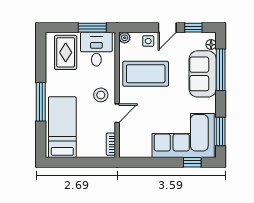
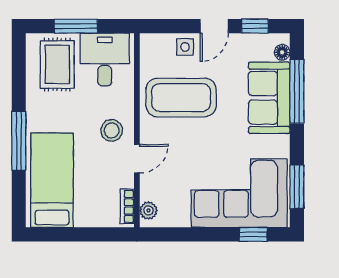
window: (92, 28) -> (76, 26), moved
plant: (125, 38) -> (148, 210), moved

